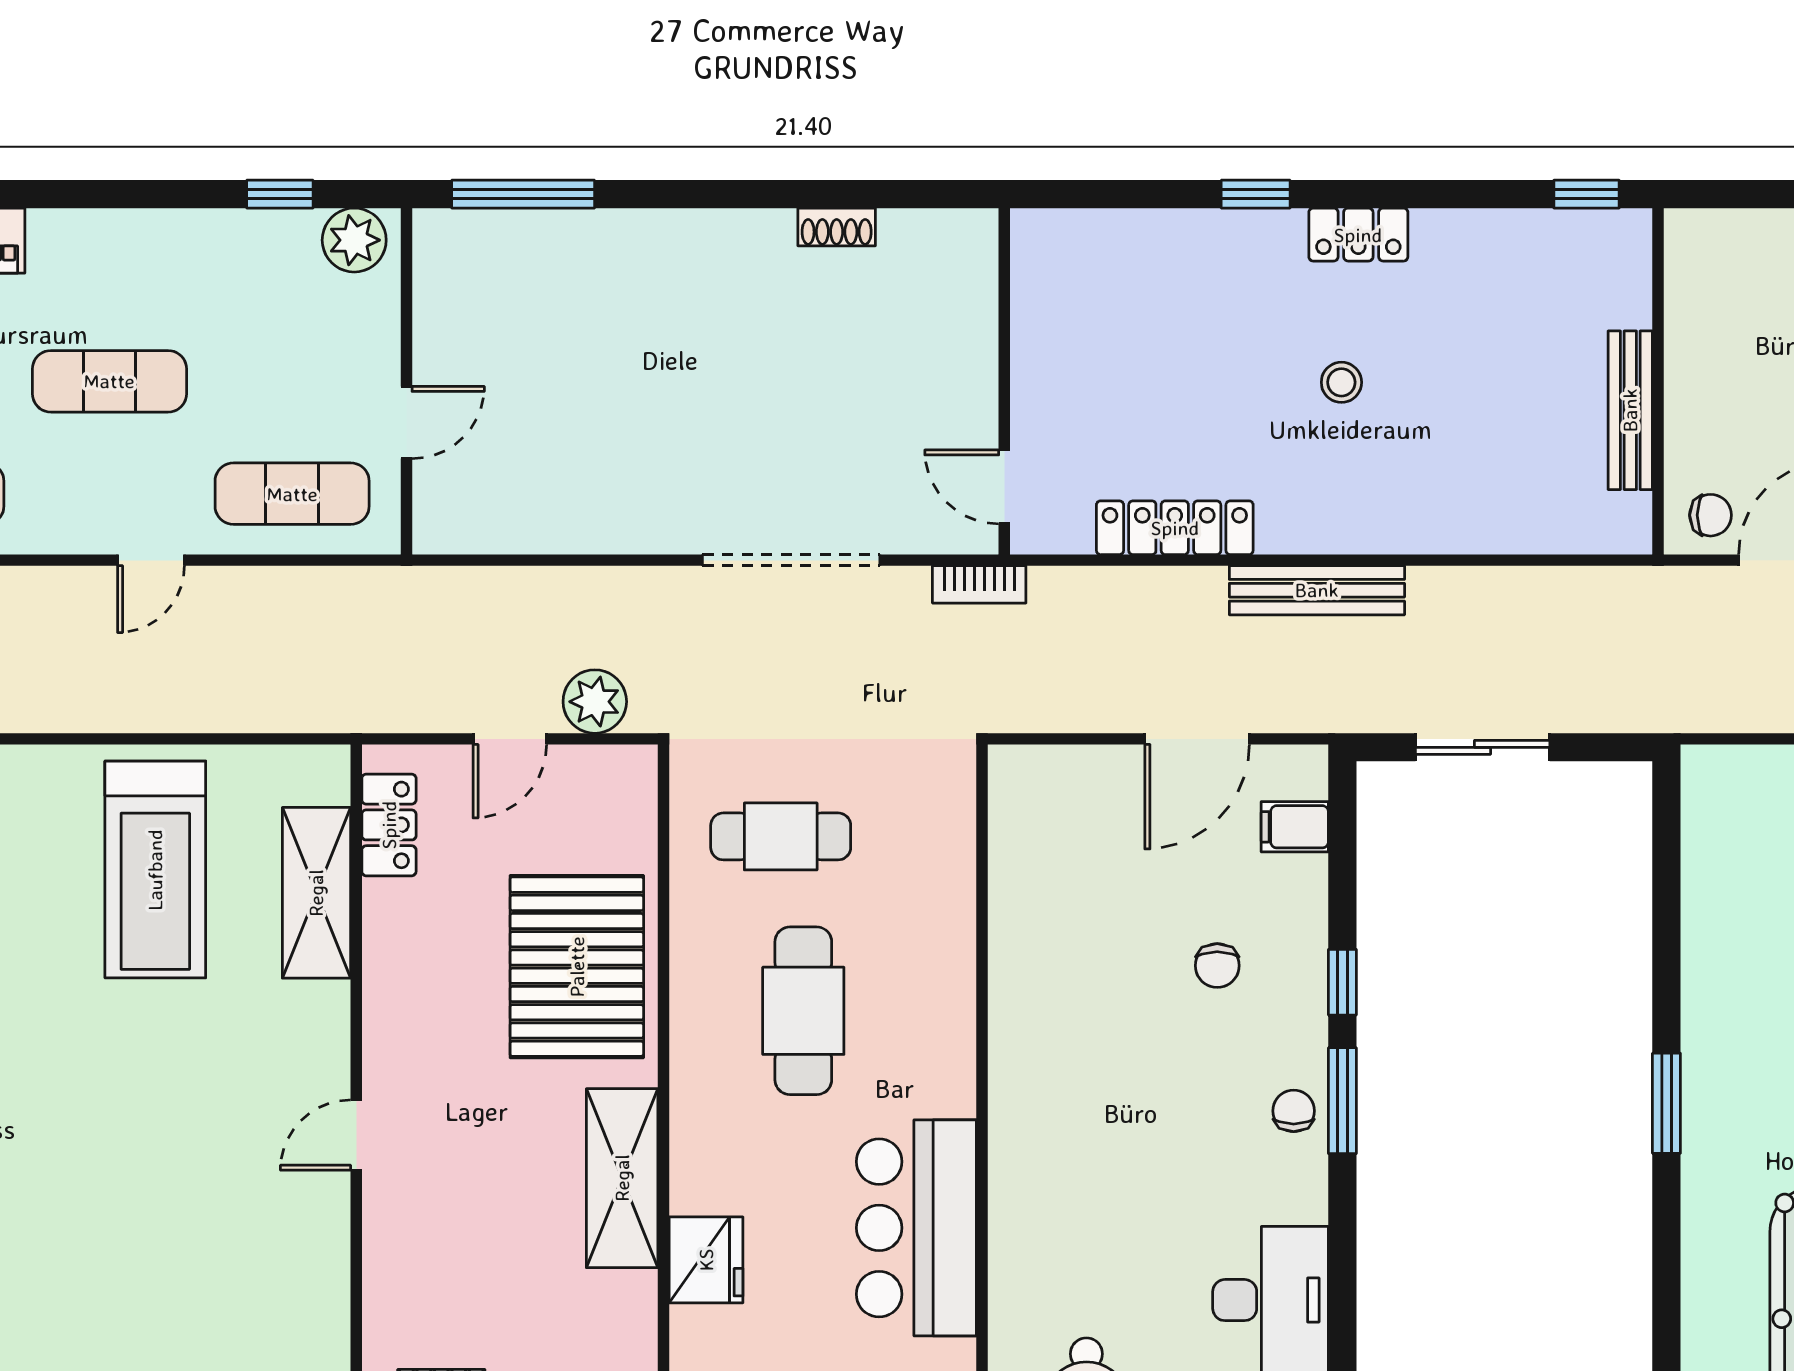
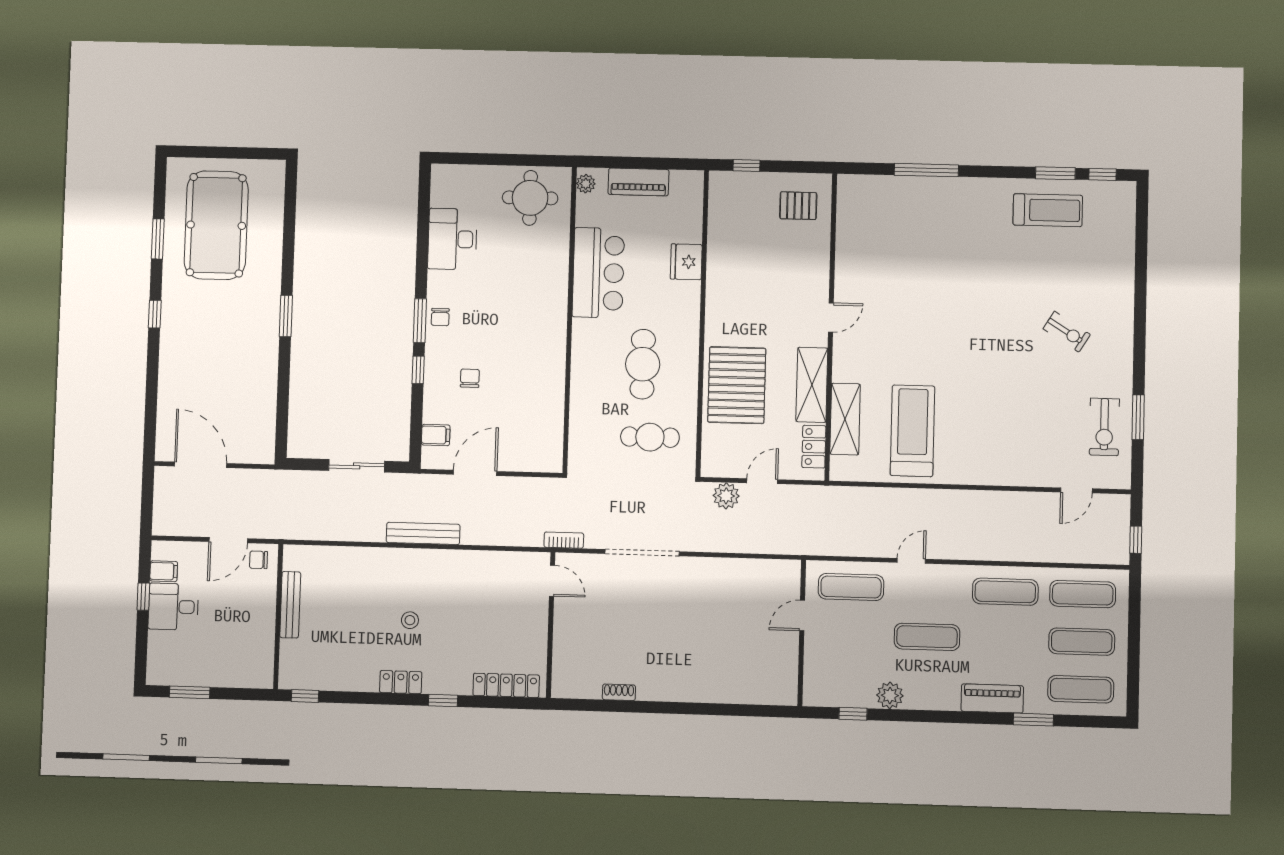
window: (523, 194) -> (750, 710), removed
plant: (354, 240) -> (890, 695), moved
locker: (1175, 528) -> (506, 685), moved, turned 180
shelving: (622, 1178) -> (812, 385), moved

